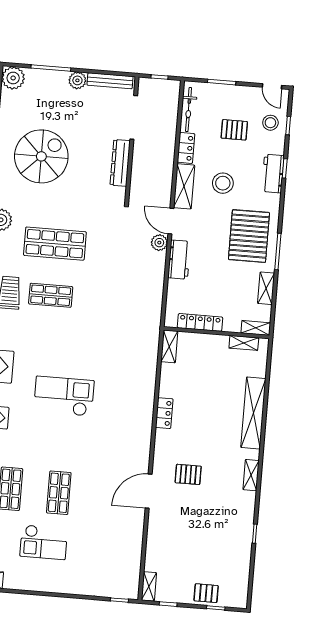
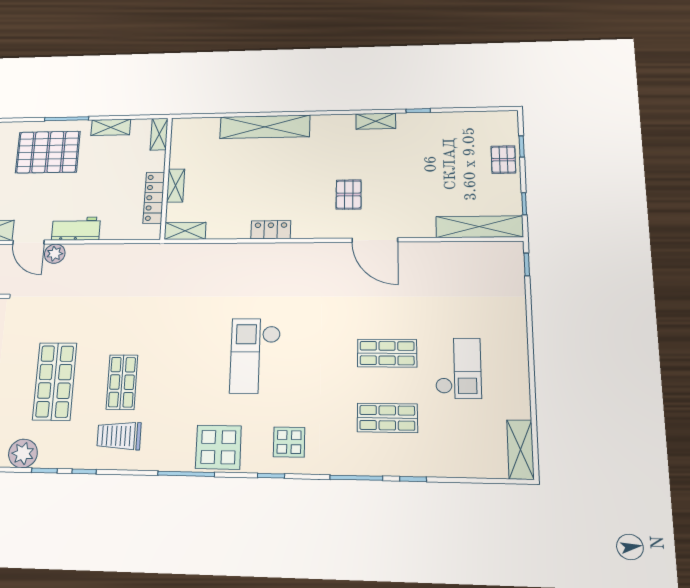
door: (171, 221) -> (28, 242), hinge flipped
shelving: (244, 343) -> (176, 186), moved
shelving: (251, 475) -> (376, 121), moved
shelving: (149, 586) -> (479, 227), width x2.20, depth x1.33

